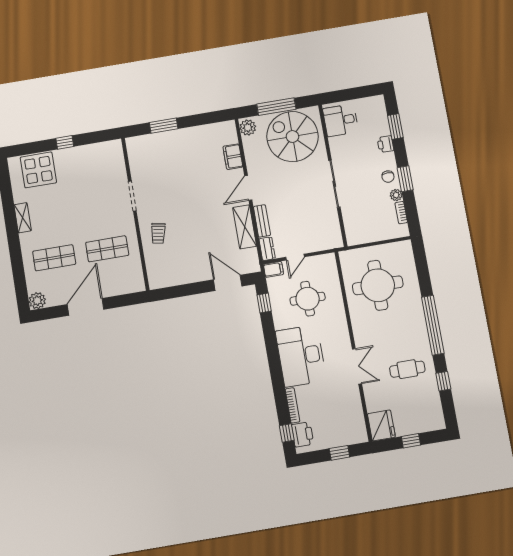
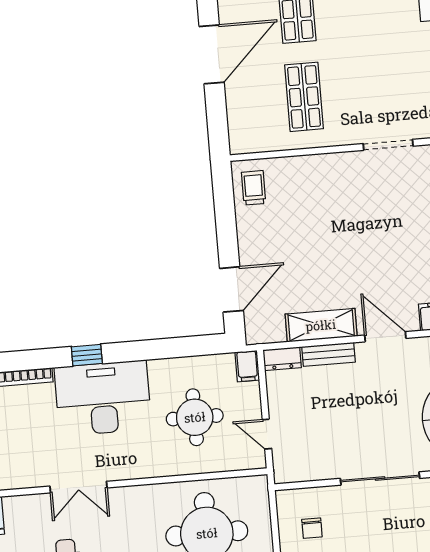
chair: (368, 222) -> (312, 528), added
trolley: (158, 233) -> (254, 188), moved, turned 79
door: (295, 257) -> (267, 434), moved
window: (264, 303) -> (87, 355), moved
door: (86, 307) -> (212, 54), hinge flipped

